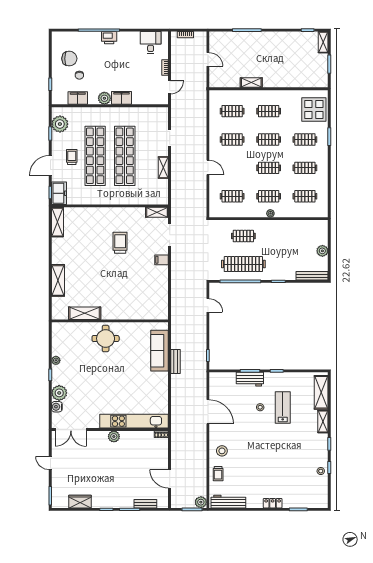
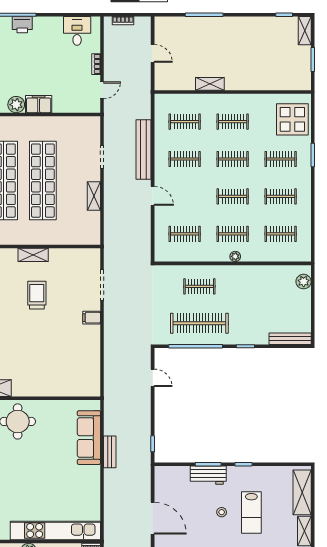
bench: (201, 132) -> (143, 149), added
shelving: (157, 212) -> (33, 255), moved
plant: (322, 251) -> (304, 282), moved
lab bench: (283, 408) -> (251, 513), turned 180

